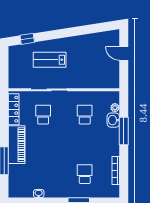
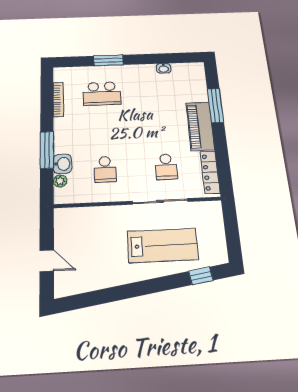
lab bench: (50, 60) -> (163, 245), width x1.36, depth x1.39
school desk: (85, 174) -> (102, 94), width x1.85

